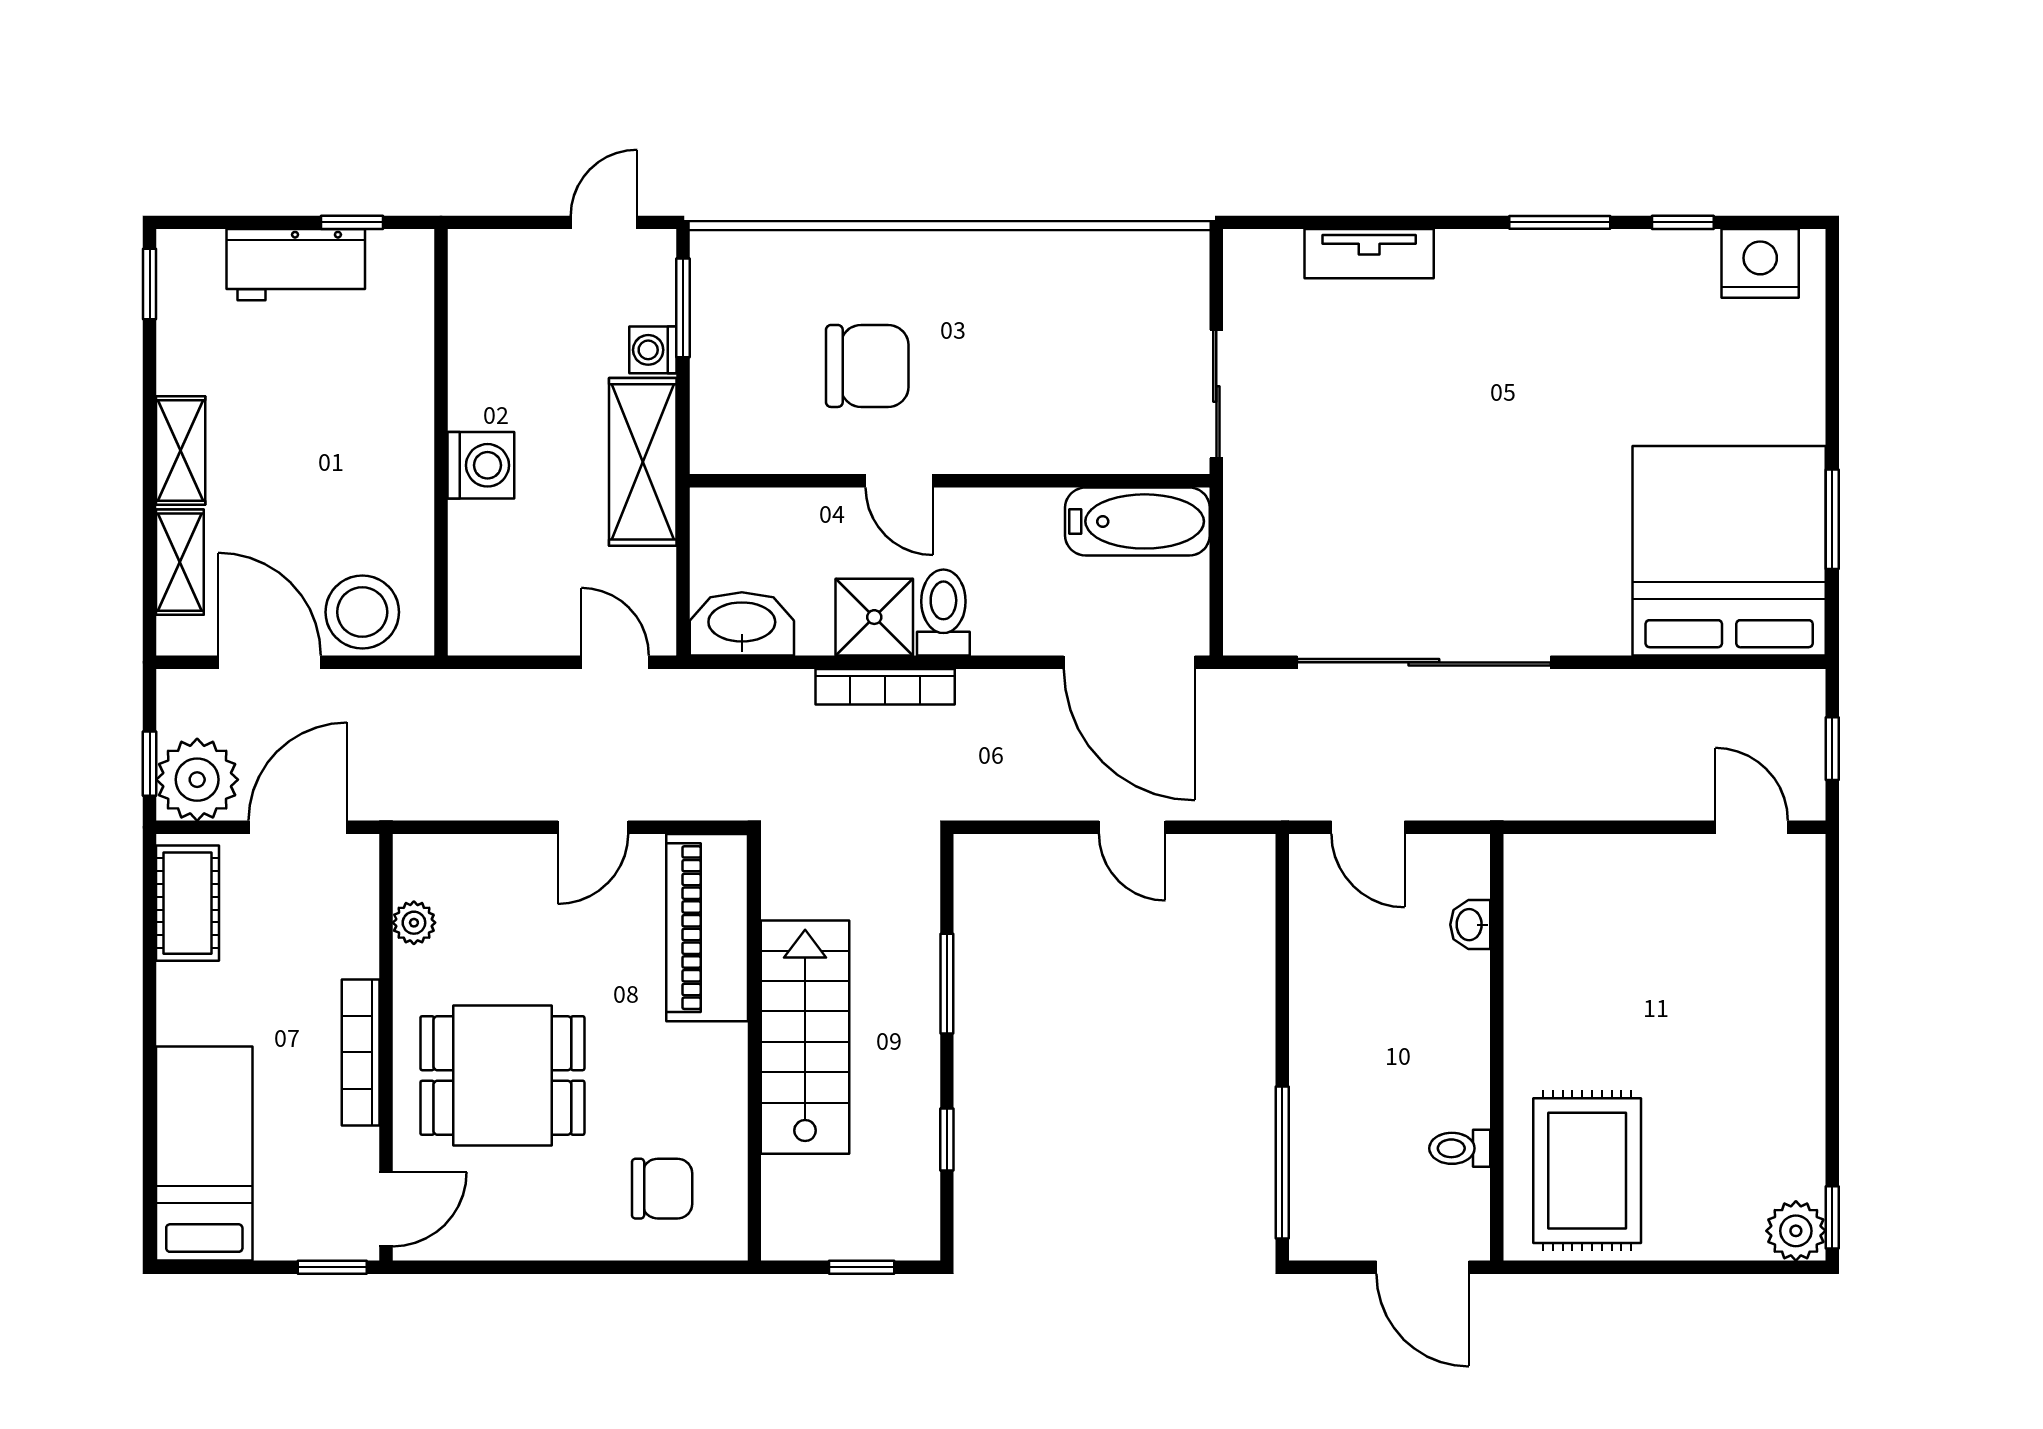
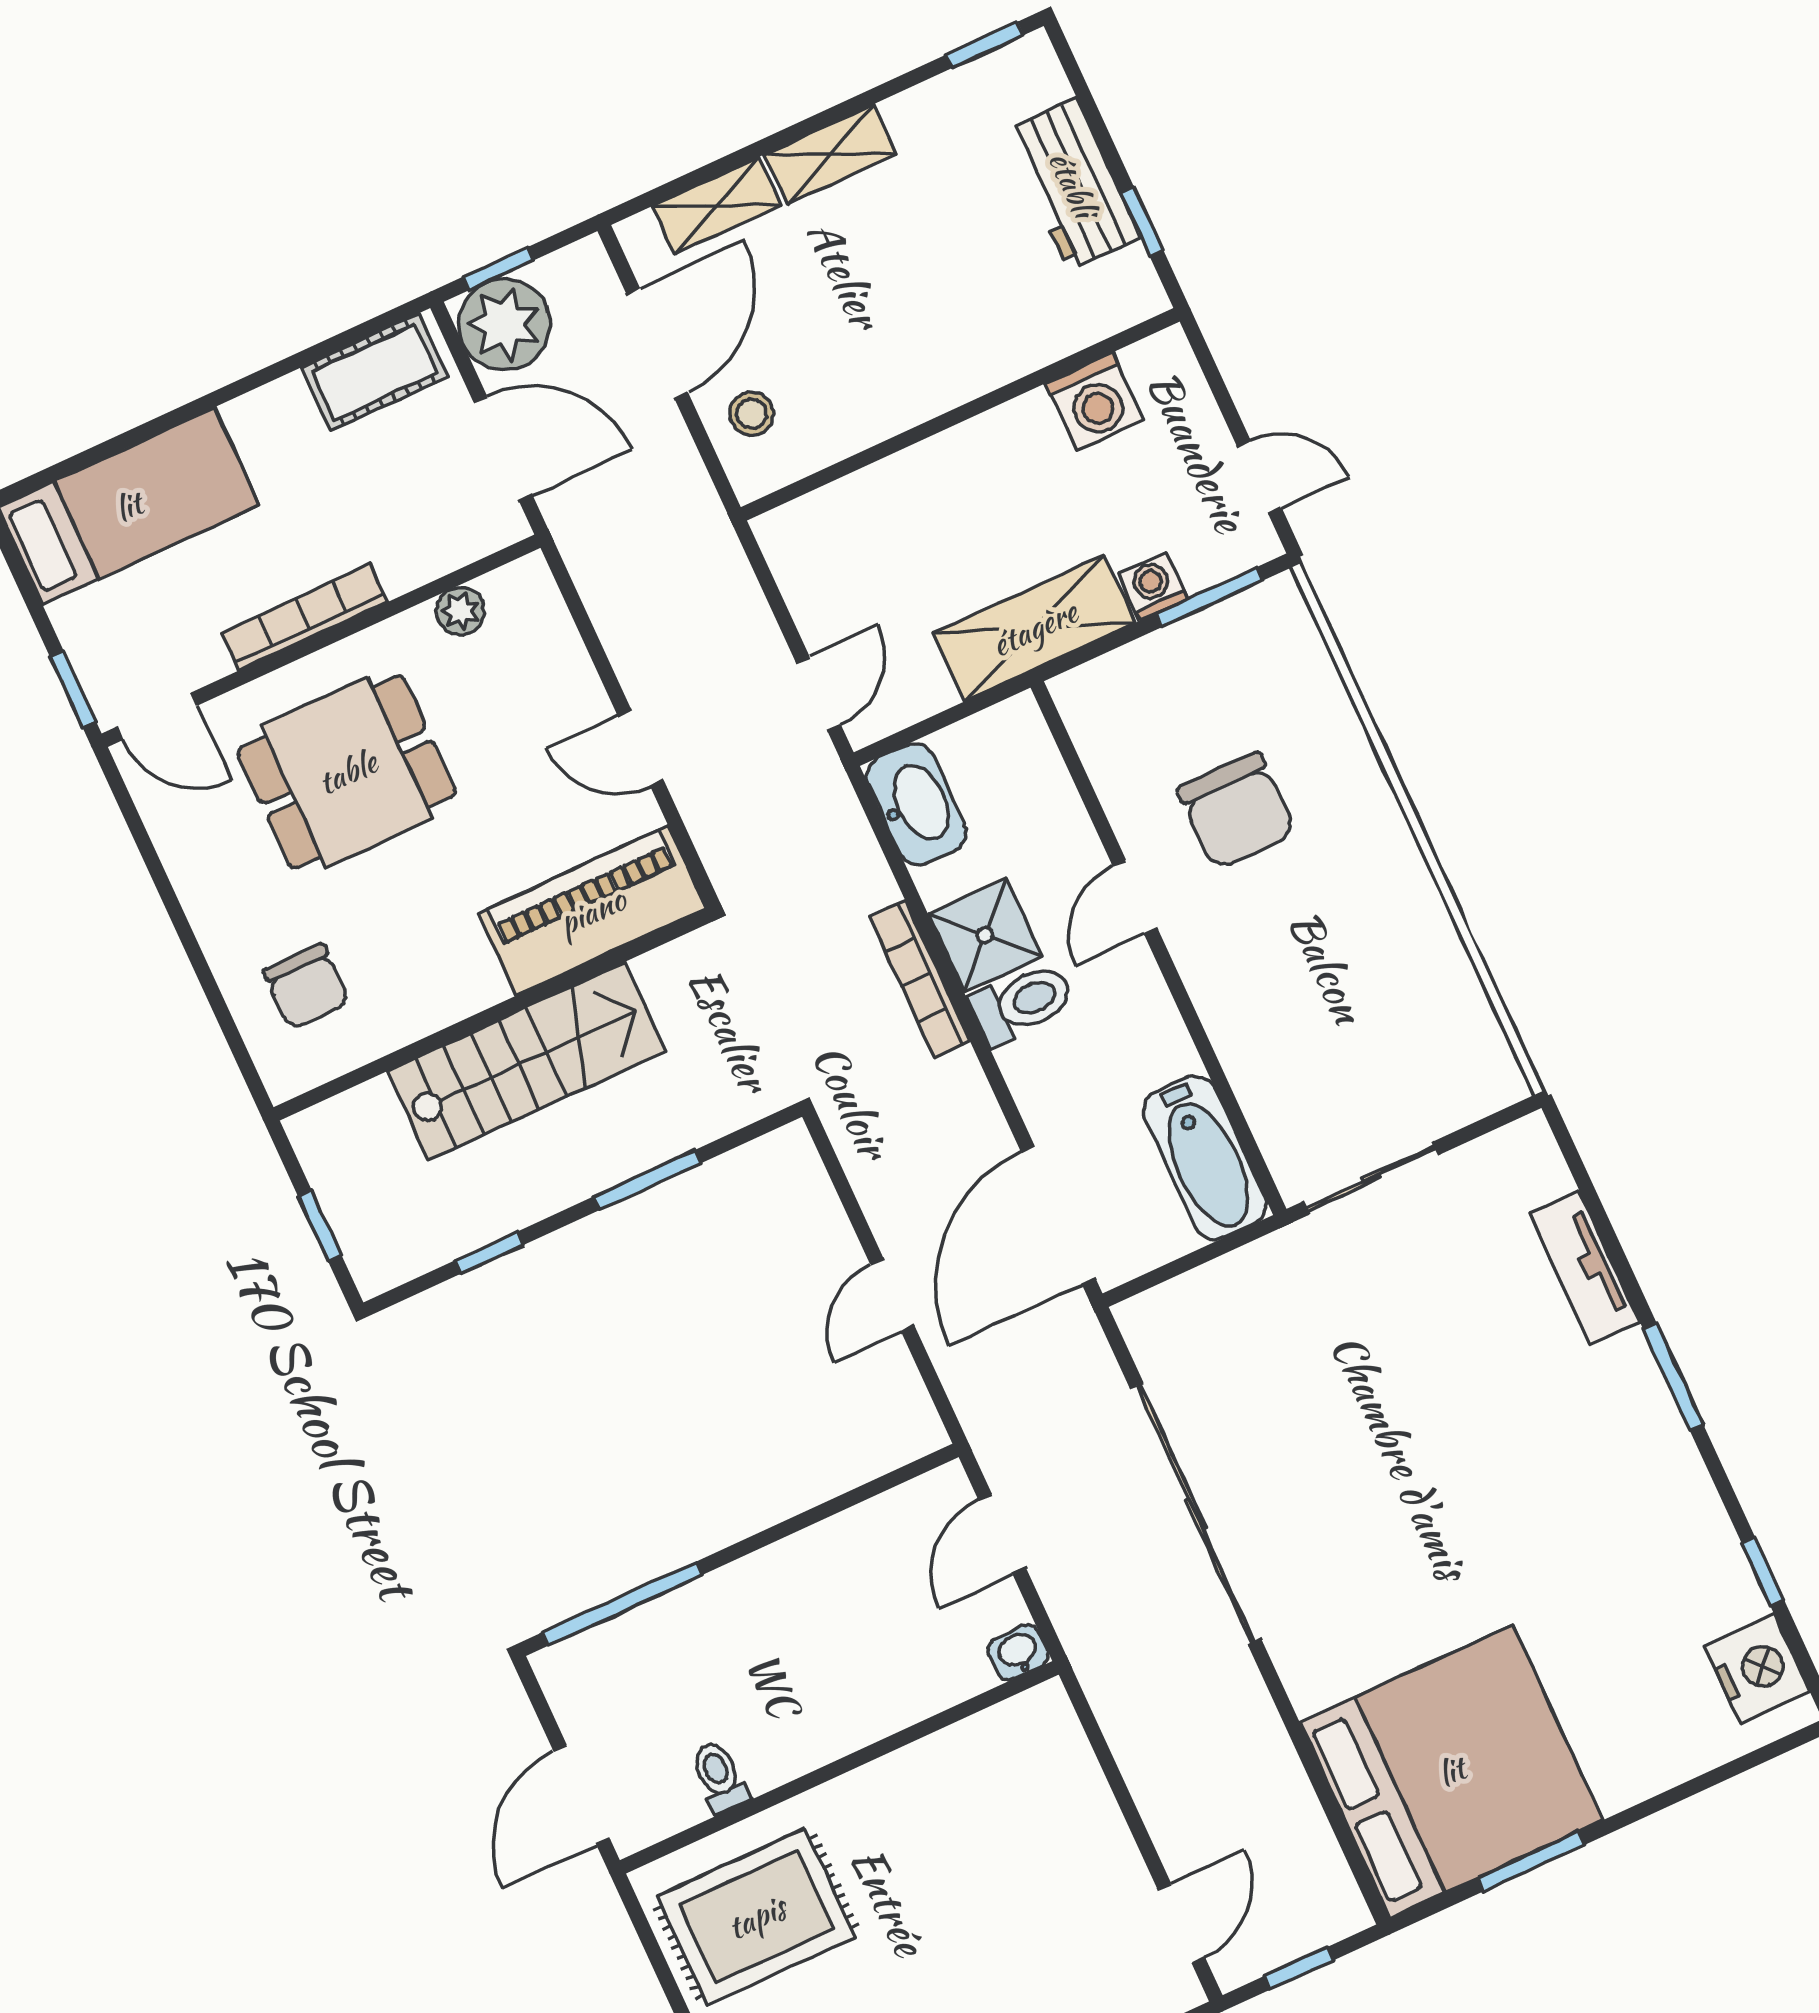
window: (1560, 222) -> (1673, 1377), moved
washing machine: (481, 465) -> (1095, 401), moved
stool: (362, 612) -> (751, 414), width x0.53, depth x0.53
washbasin: (1470, 925) -> (1018, 1652), moved
dining table: (502, 1075) -> (347, 772), turned 90

